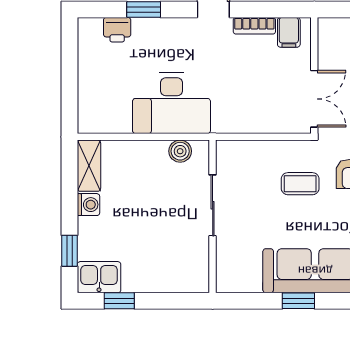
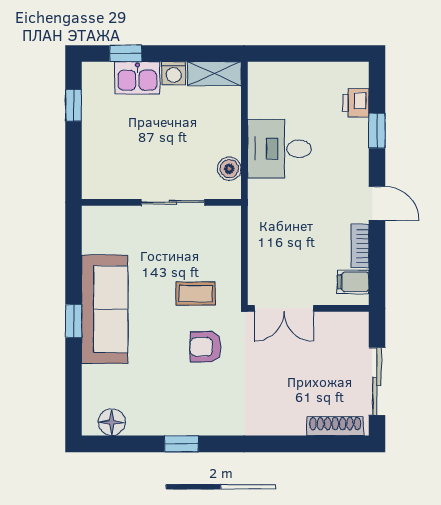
desk: (172, 103) -> (279, 149), width x0.73
coffee table: (300, 184) -> (195, 294), turned 90
kitchen sink: (99, 277) -> (137, 78), moved, turned 90
window: (298, 301) -> (74, 321), moved

